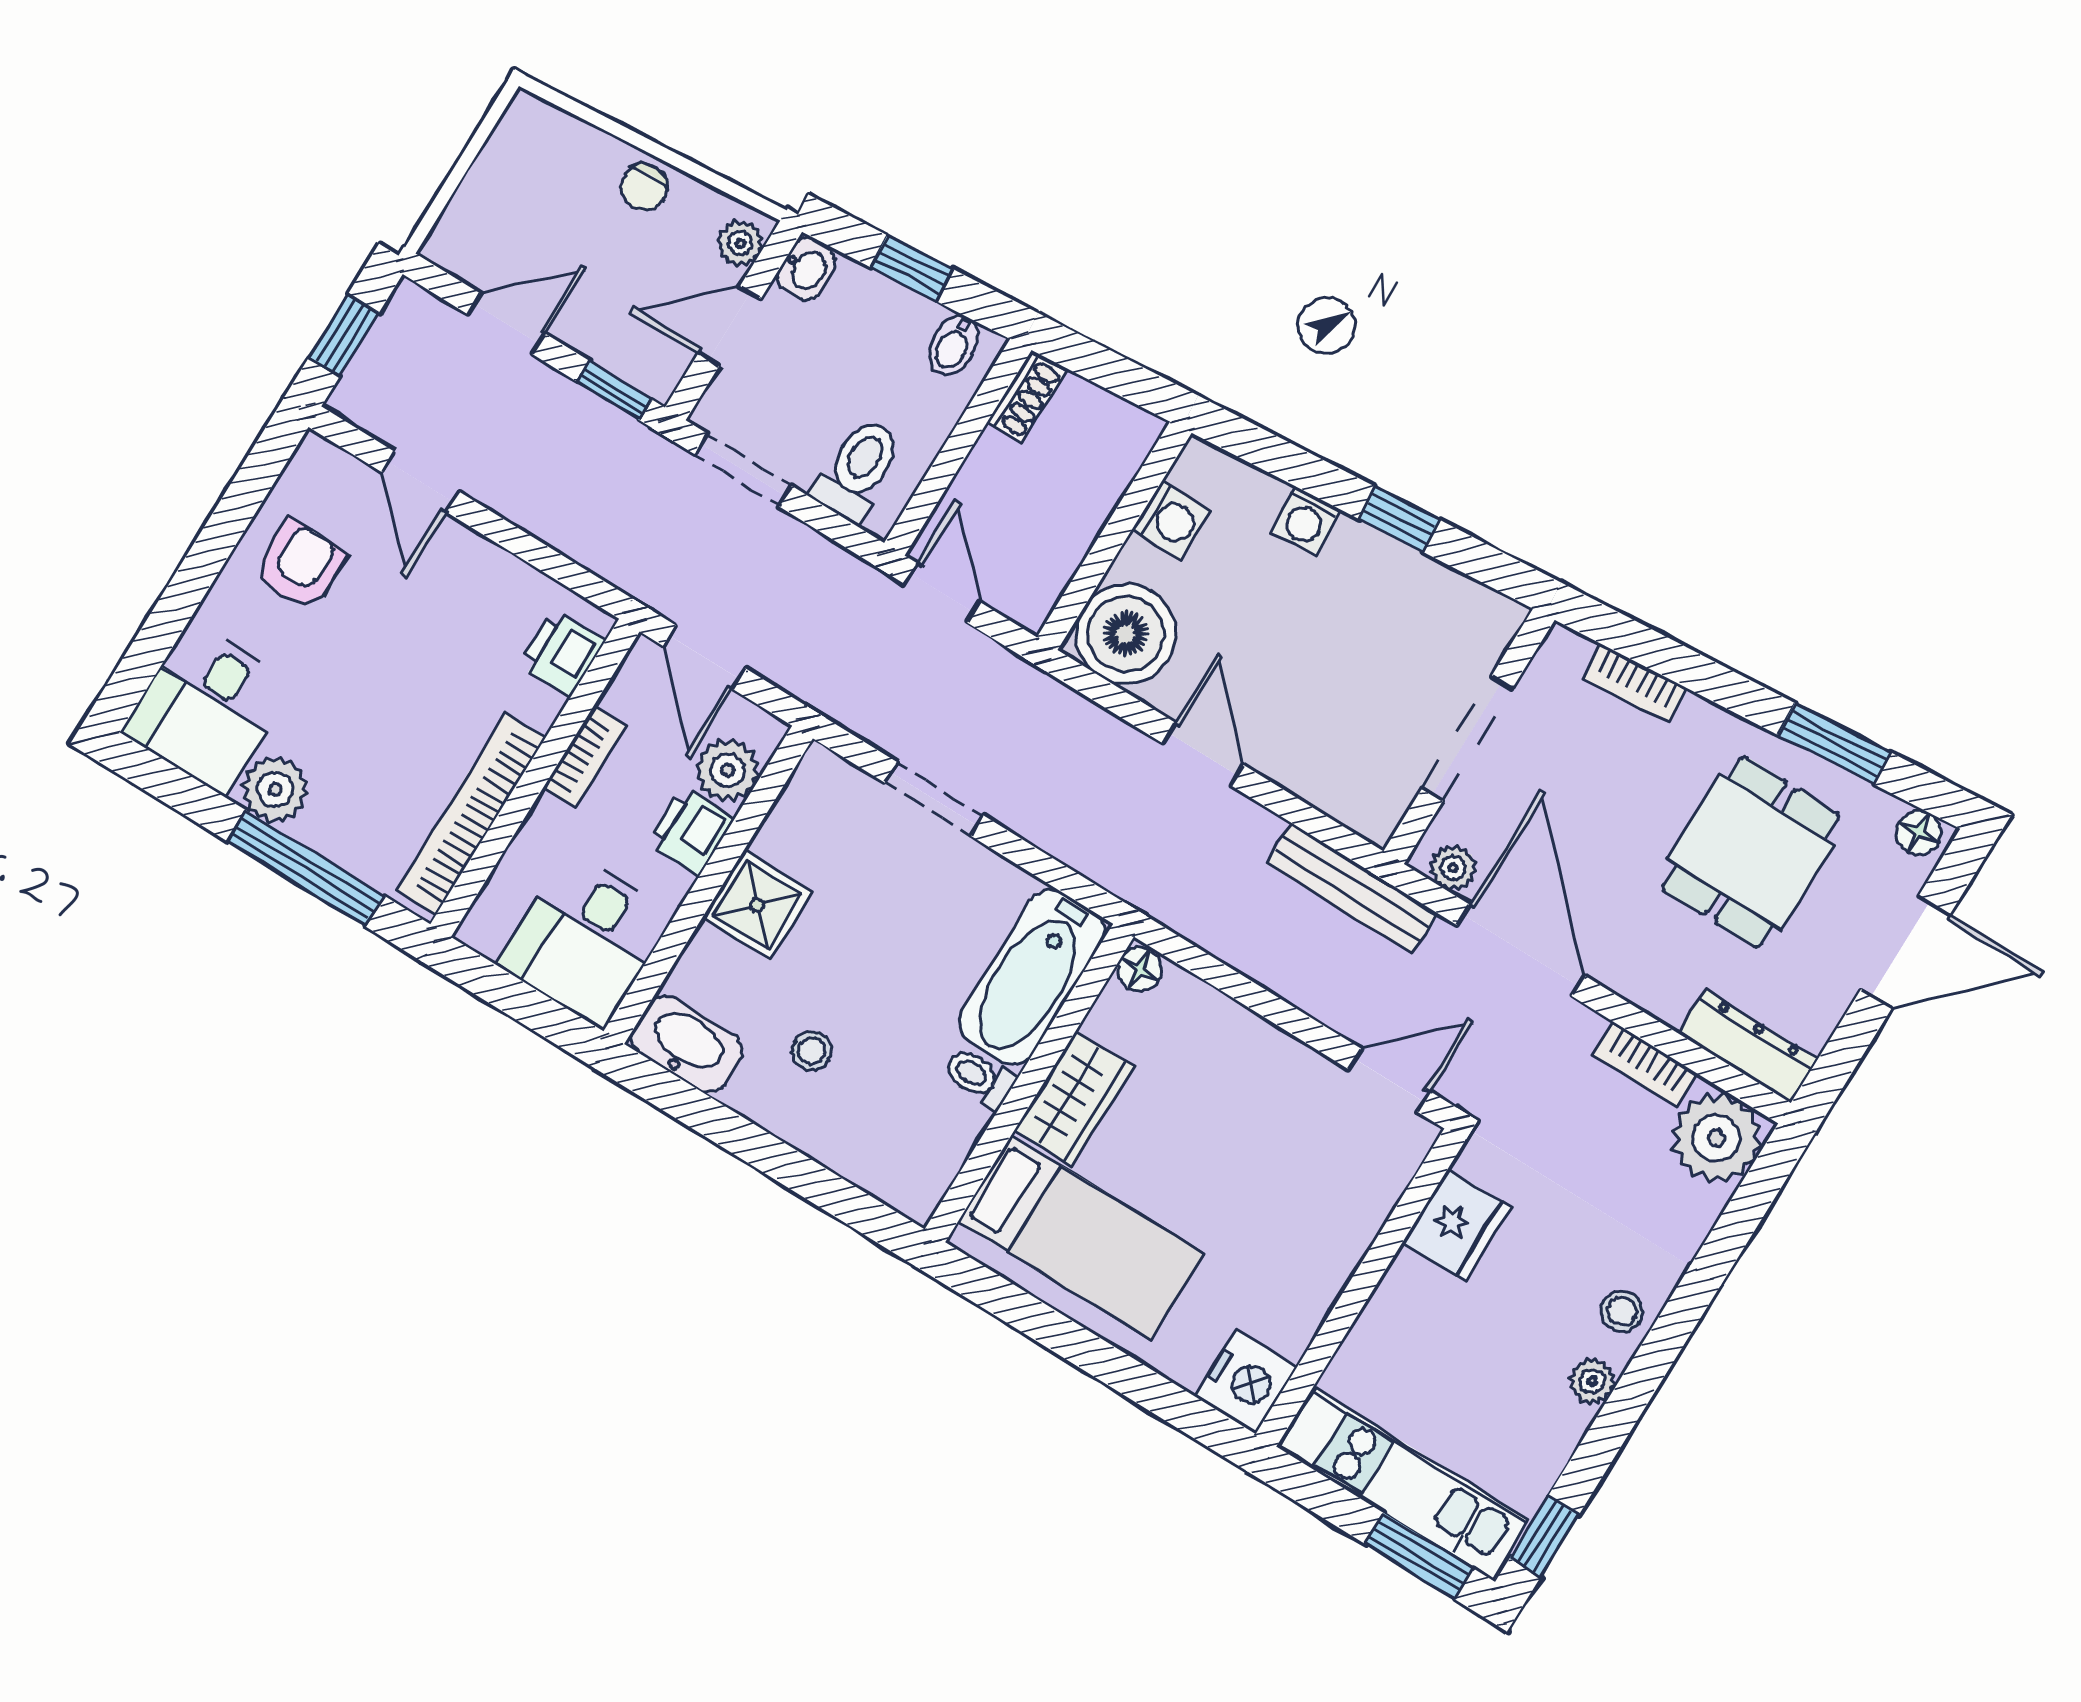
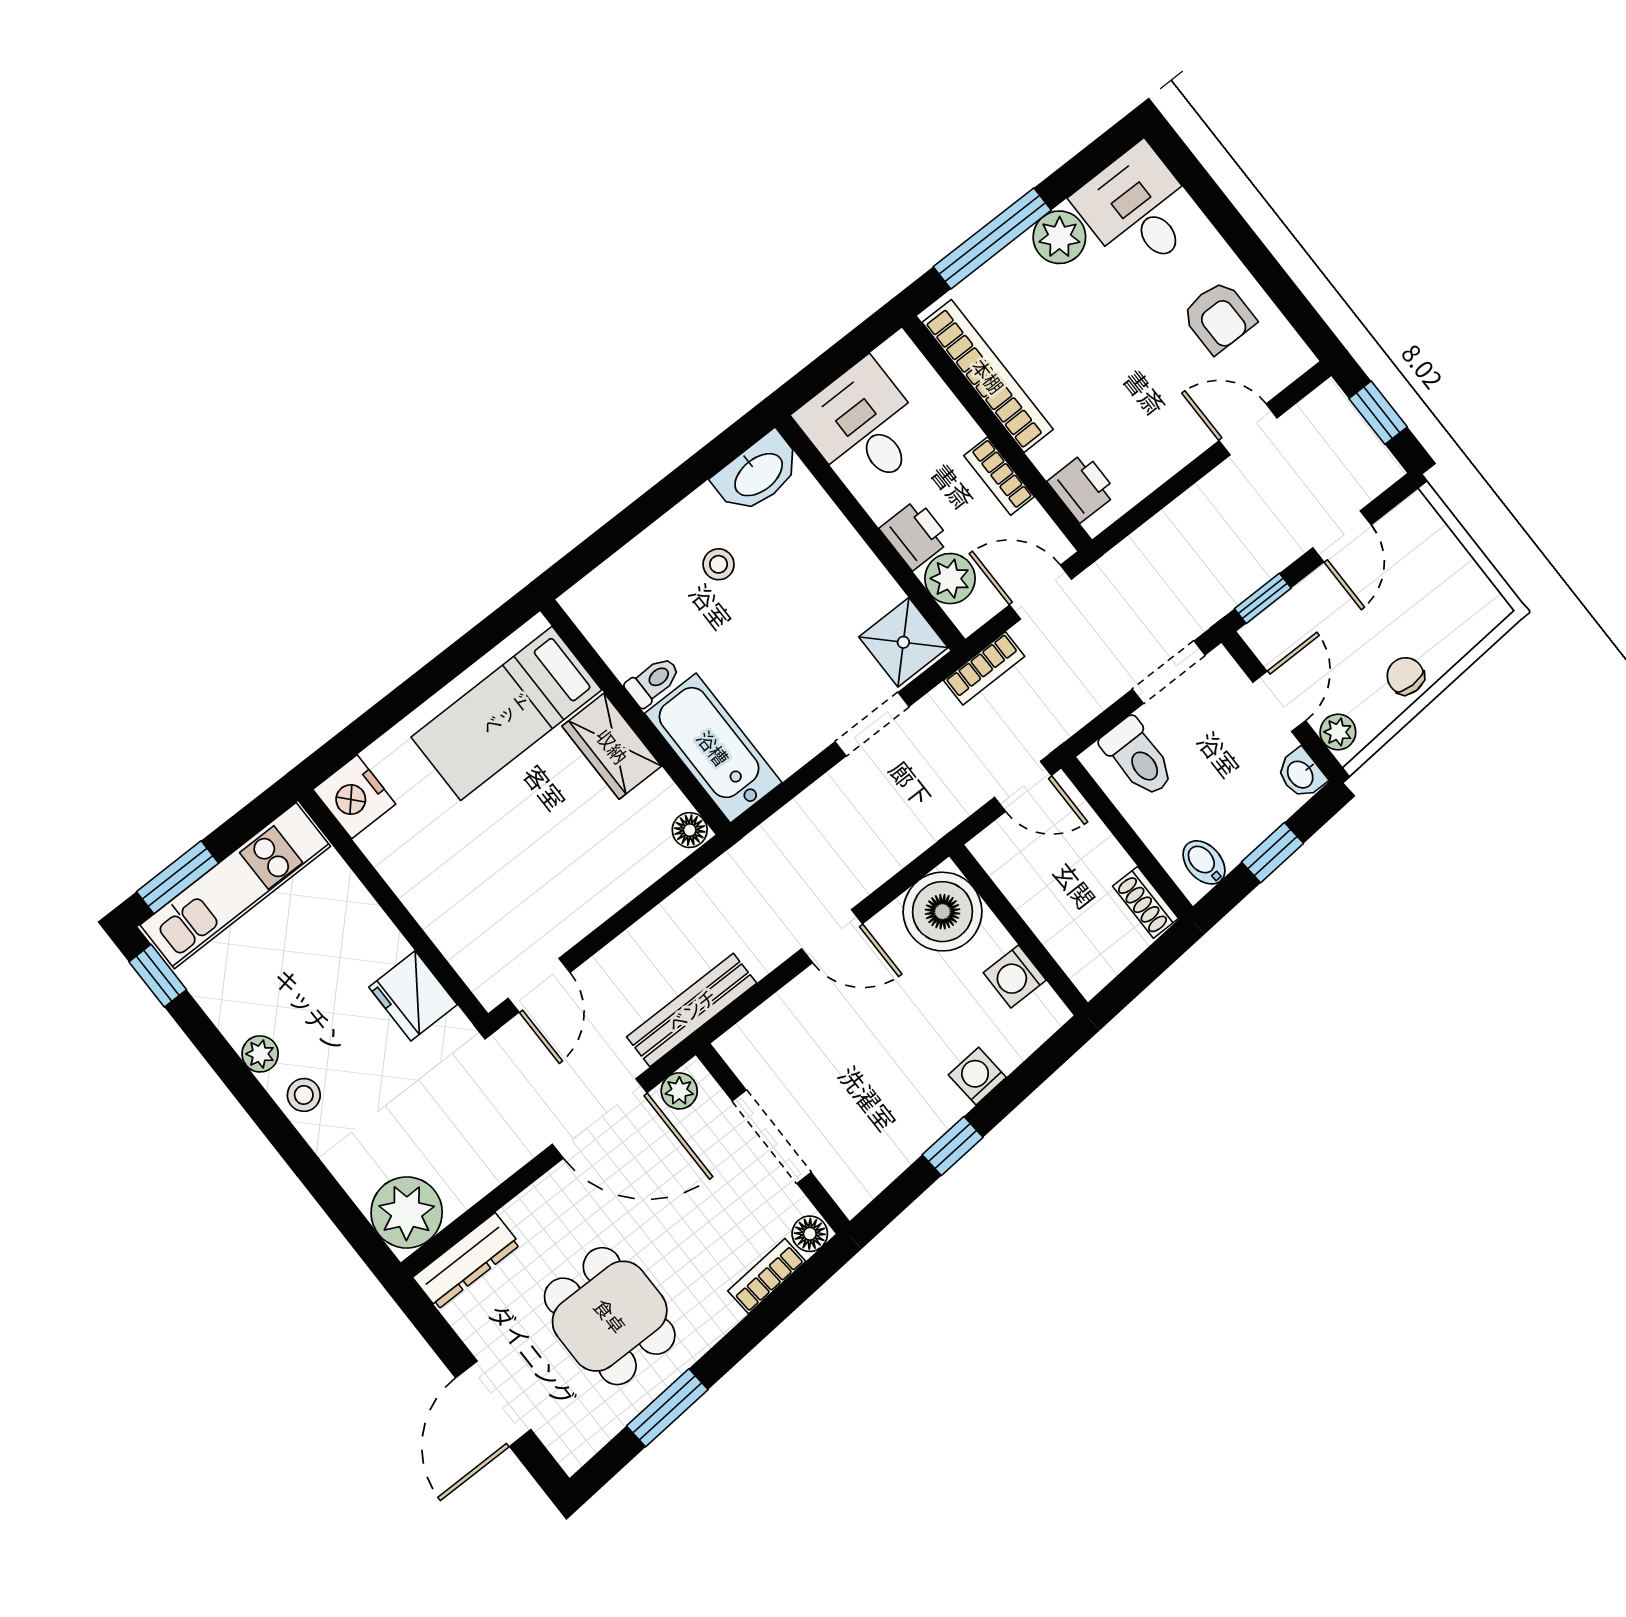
floor lamp: (1919, 833) -> (810, 1234), moved
shower: (757, 905) -> (903, 642), moved
bookcase: (1645, 1064) -> (984, 668), moved, turned 180

